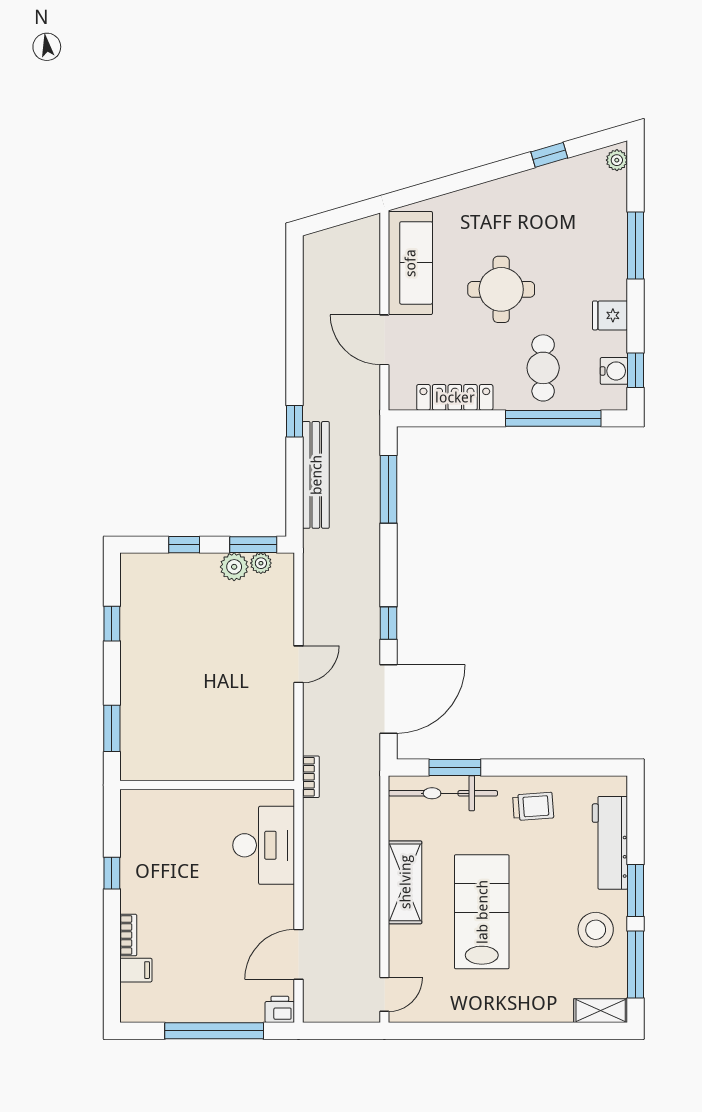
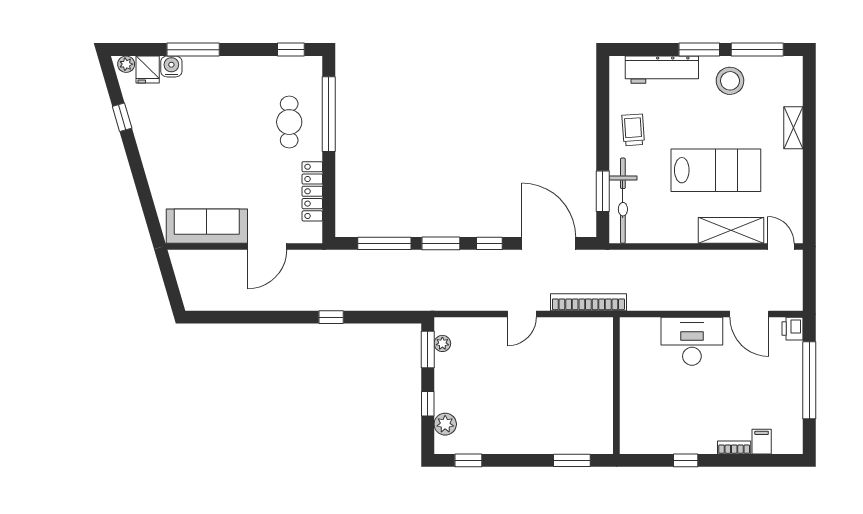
round table: (501, 289) -> (228, 155), removed
fridge: (610, 315) -> (148, 70), moved
cafe table: (543, 368) -> (289, 122), turned 90
water cooler: (614, 371) -> (171, 66), moved
bench: (316, 475) -> (373, 300), removed
window: (388, 561) -> (441, 243), added
plant: (234, 567) -> (445, 424), moved
window: (112, 624) -> (468, 460), moved
door: (298, 664) -> (522, 314), swing flipped
bookcase: (311, 777) -> (588, 302), width x2.31, depth x1.31
desk: (264, 845) -> (692, 341), moved
shelving: (405, 882) -> (731, 230), moved
lab bench: (482, 912) -> (716, 170), turned 180
shelving: (601, 1011) -> (793, 128), moved

